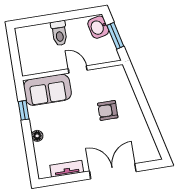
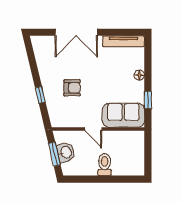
washbasin: (98, 27) -> (66, 152), moved
window: (141, 97) -> (40, 95), added
tv unit: (67, 169) -> (123, 41), width x1.41

